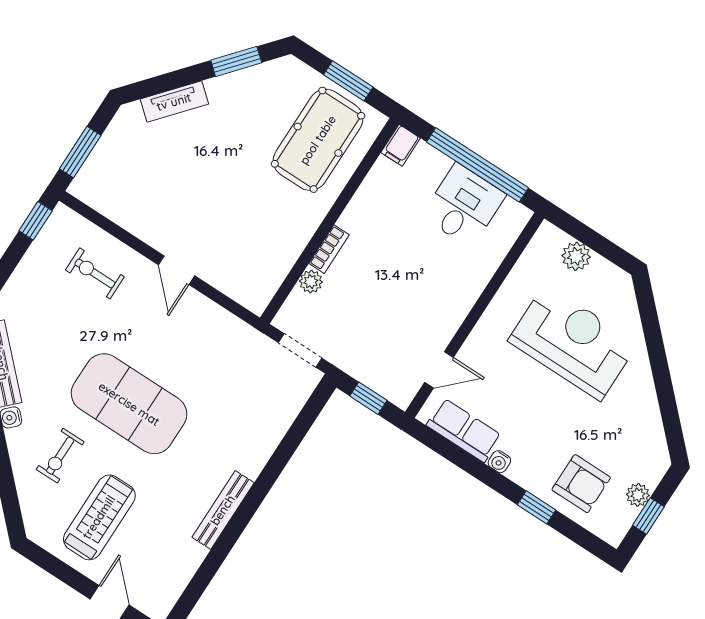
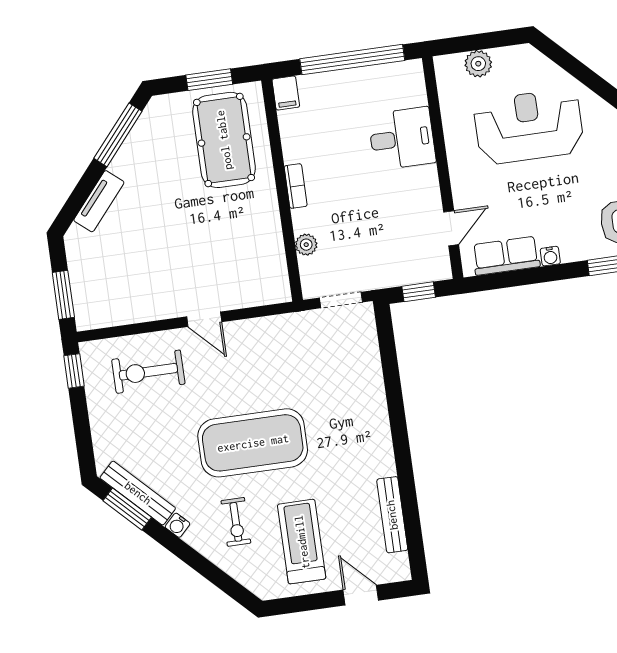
window: (236, 61) -> (118, 135), width x1.44
desk: (464, 205) -> (402, 139), moved, turned 90
bookcase: (329, 249) -> (296, 186), moved
exercise bike: (95, 273) -> (148, 372), width x1.38, depth x1.39
bench: (223, 510) -> (392, 515), moved

